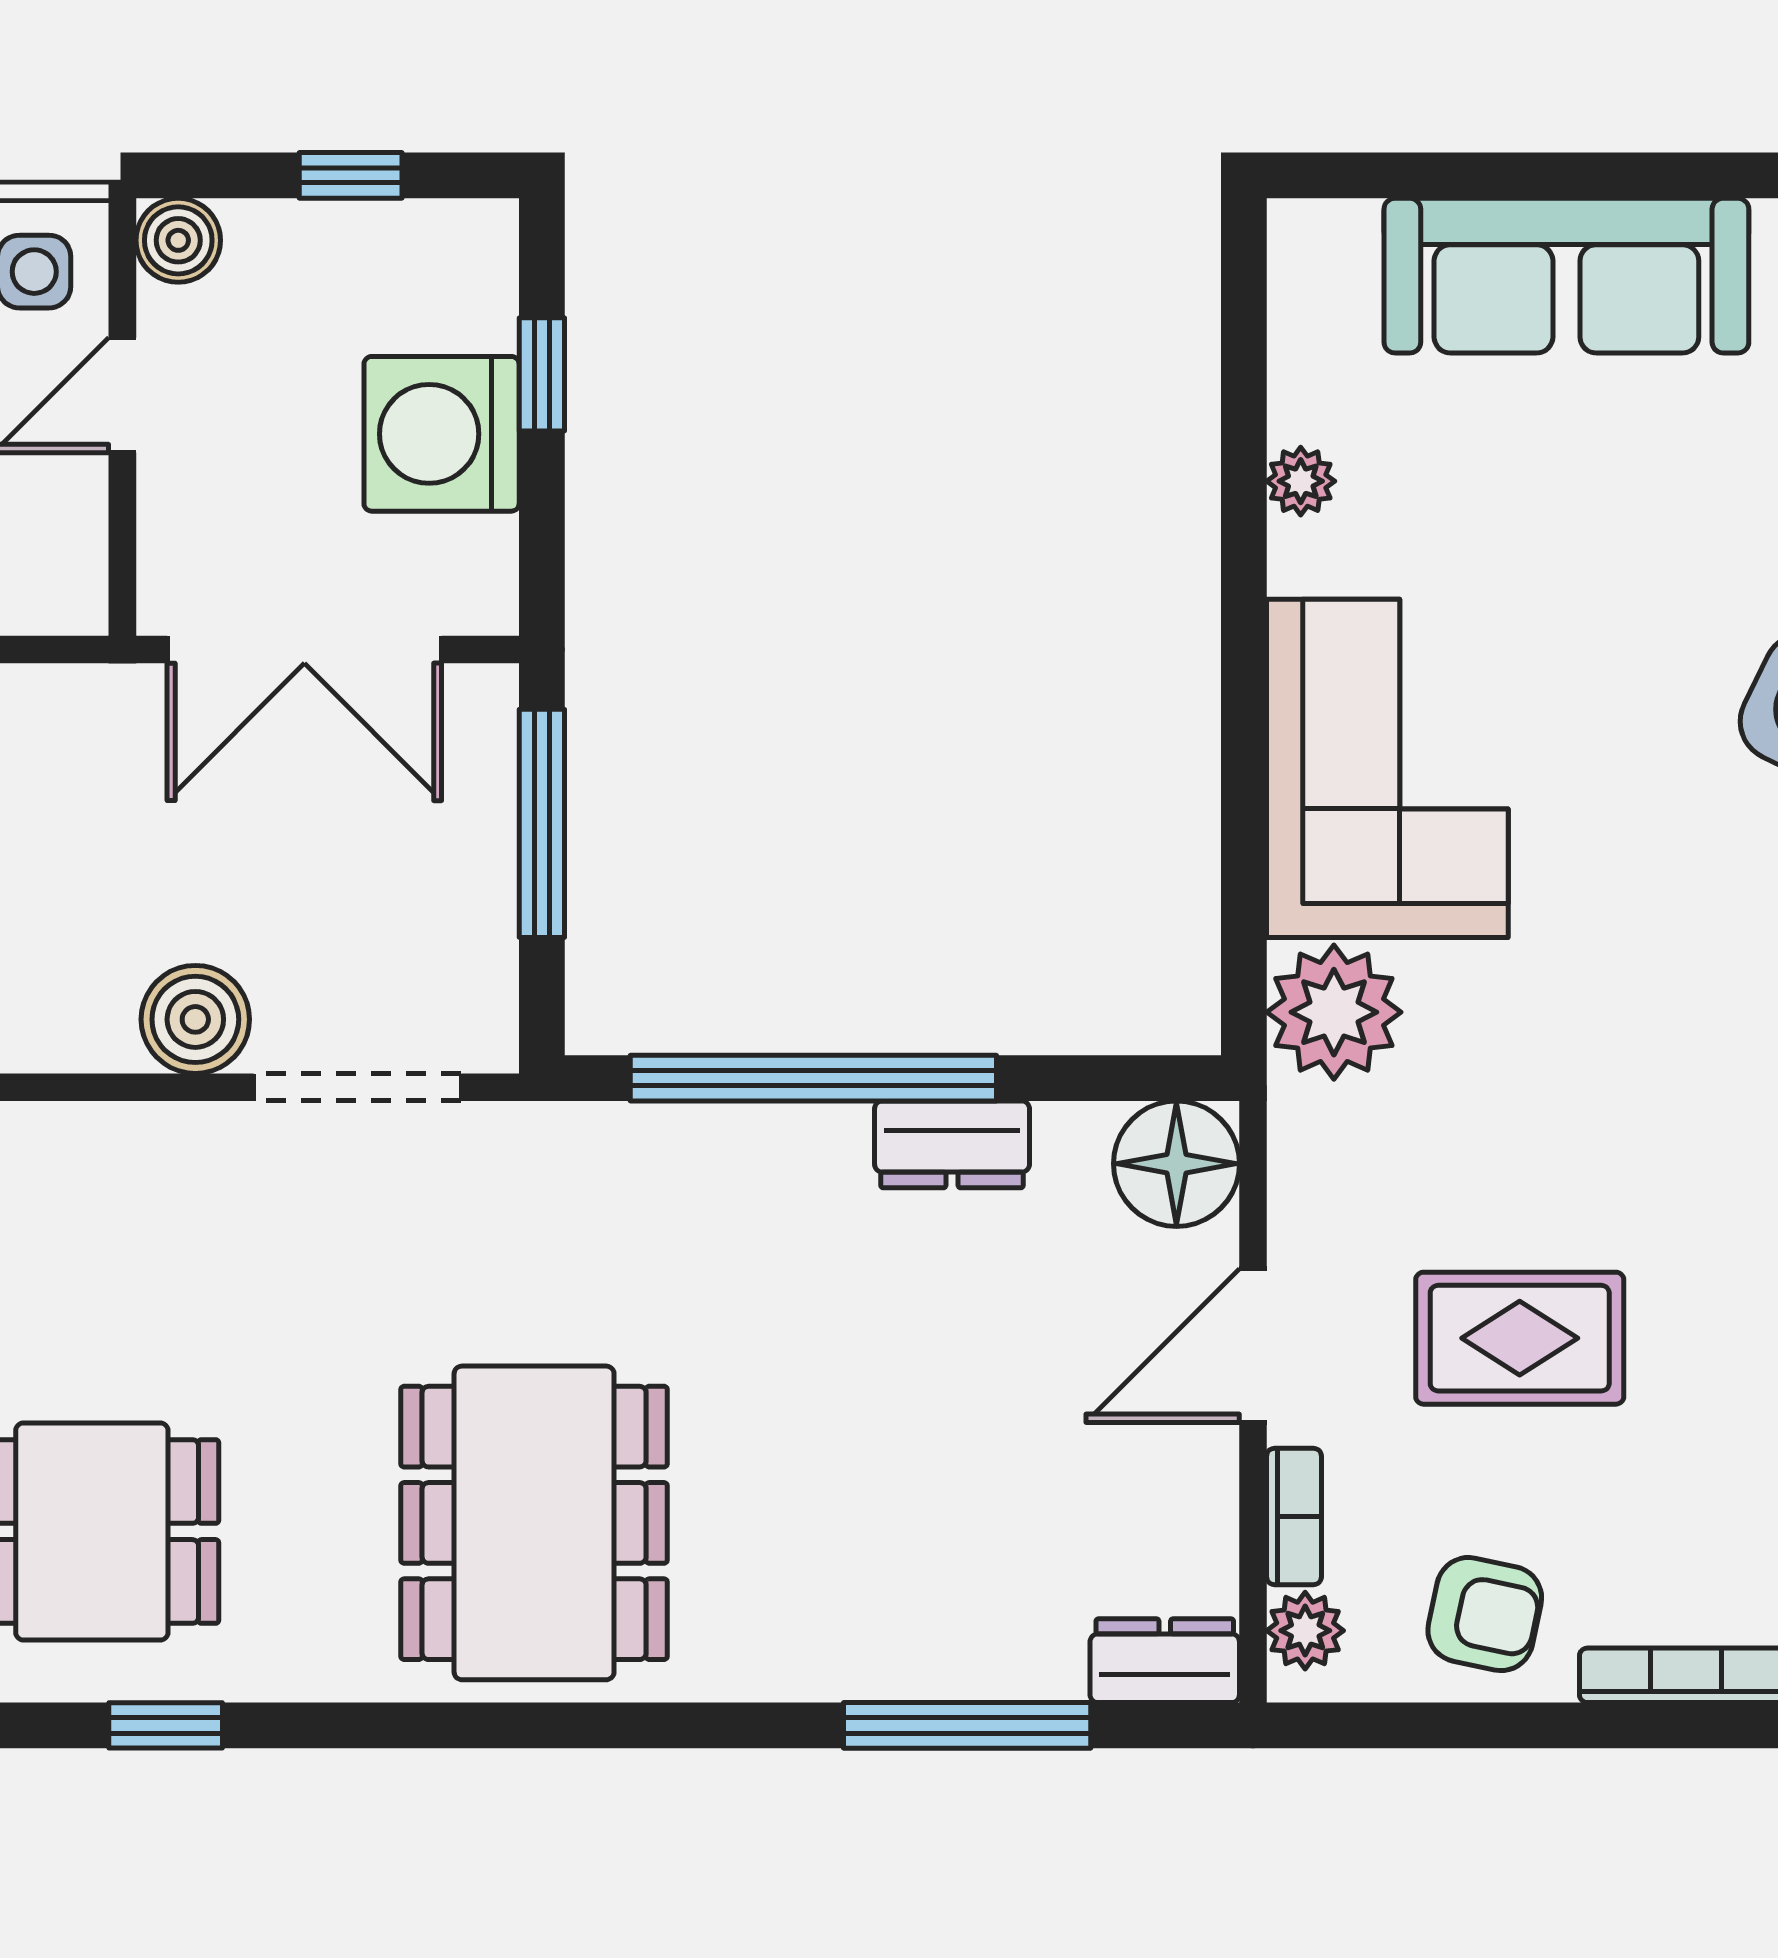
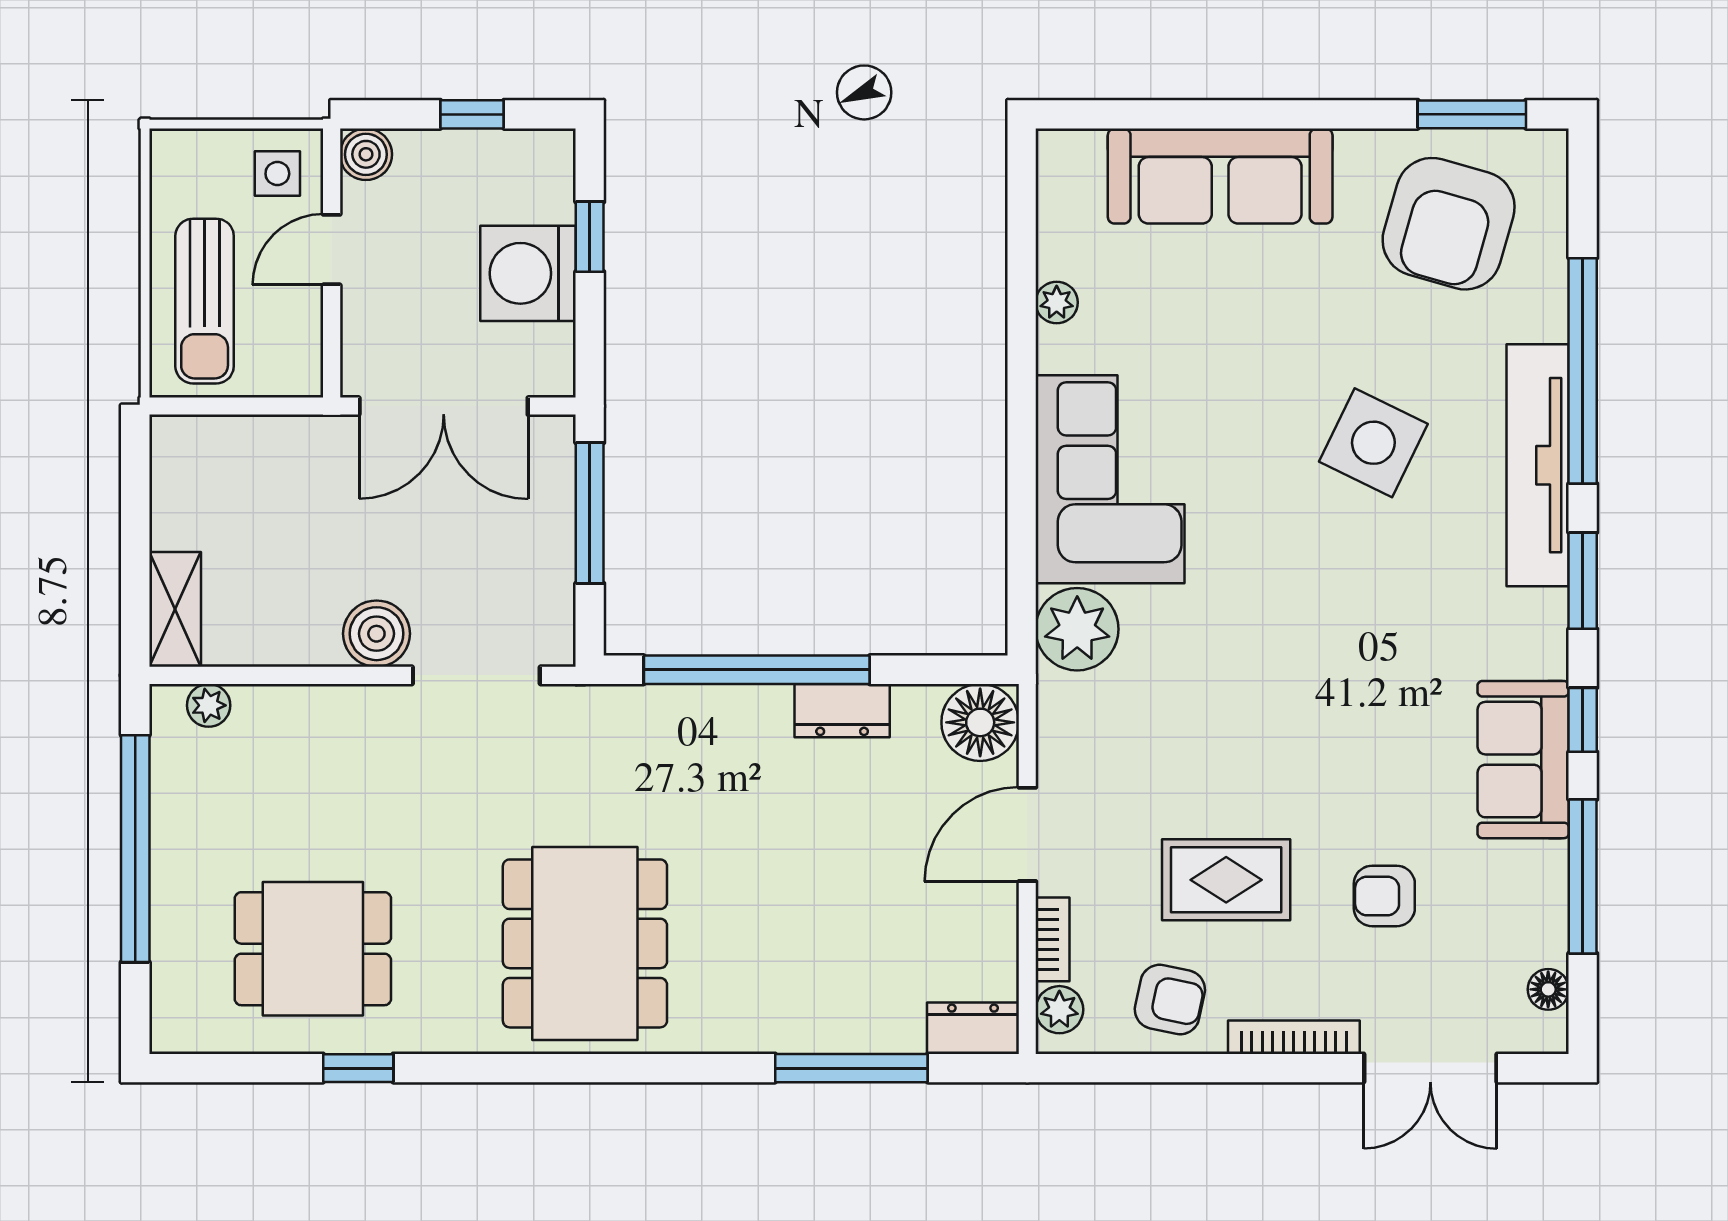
rug: (1520, 1338) -> (1226, 880), moved

